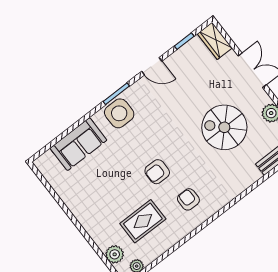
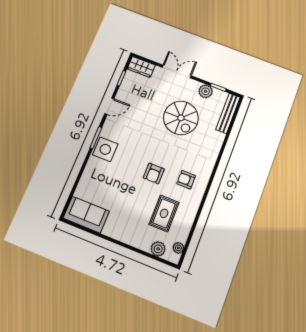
spiral stairs: (224, 127) -> (181, 118), turned -90
sofa: (78, 144) -> (86, 215), moved, turned -90

